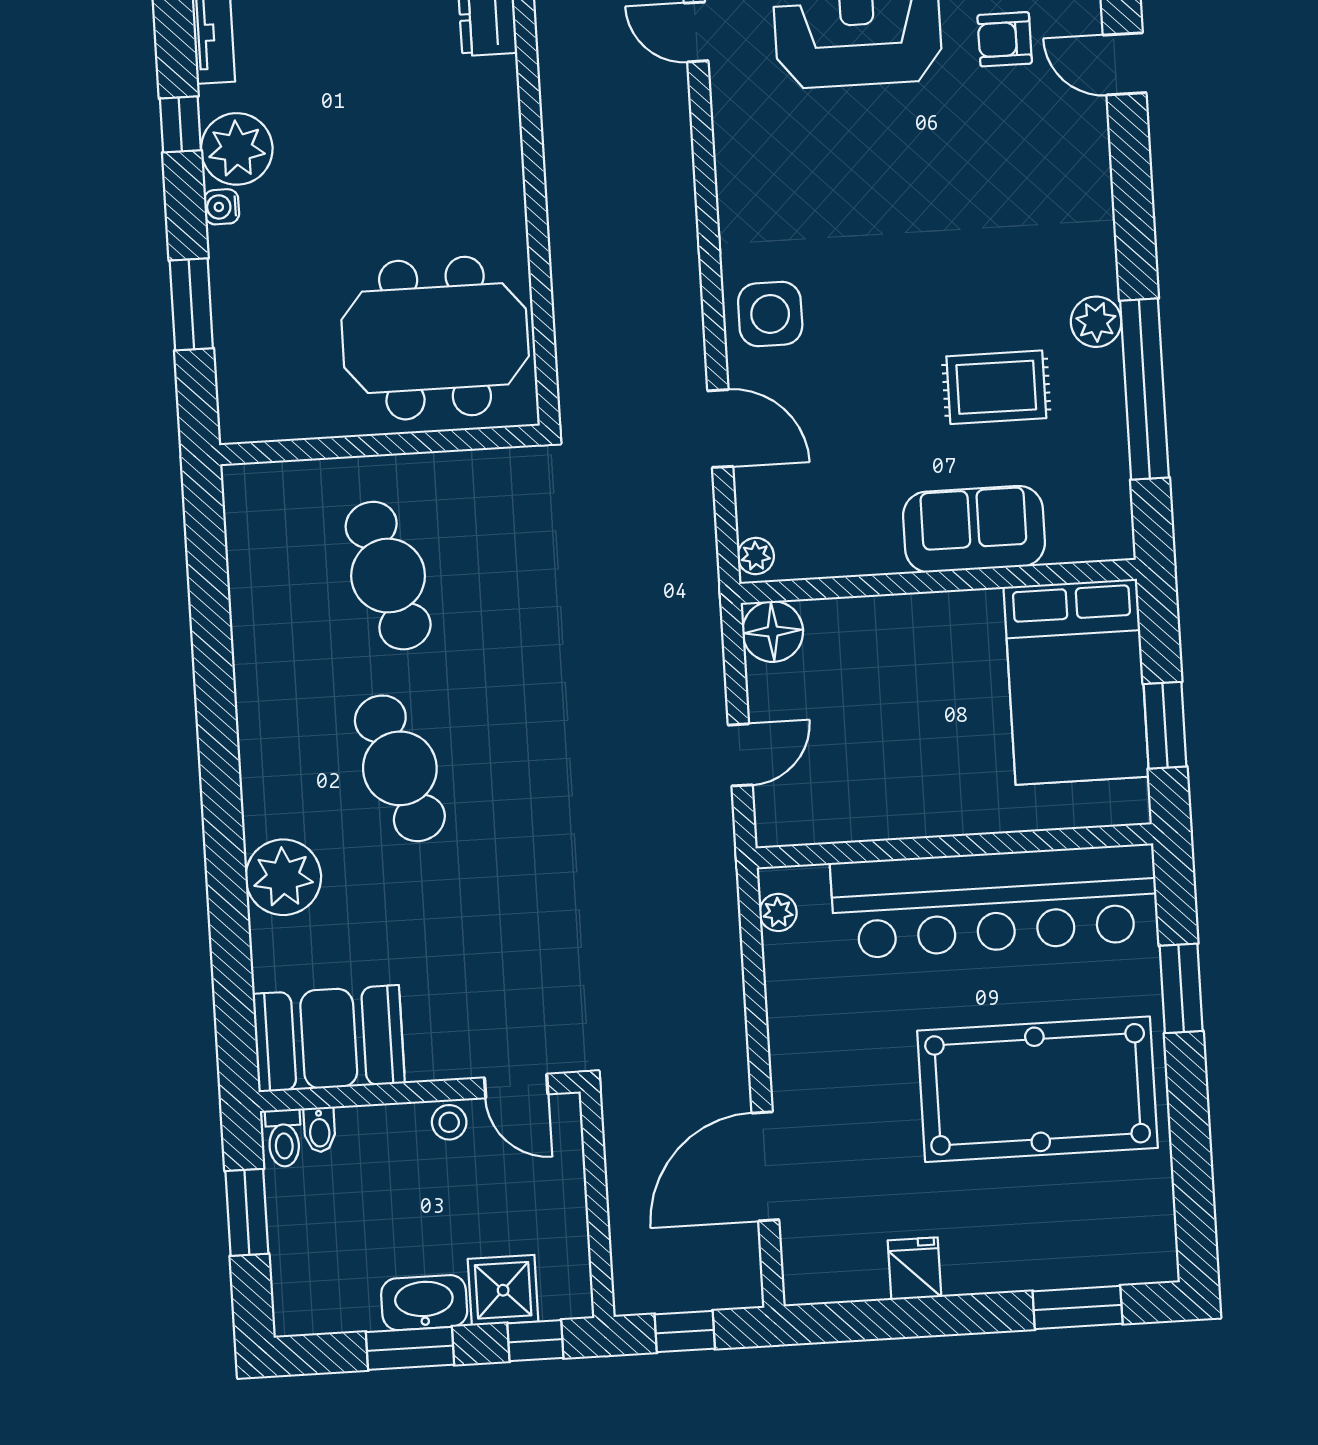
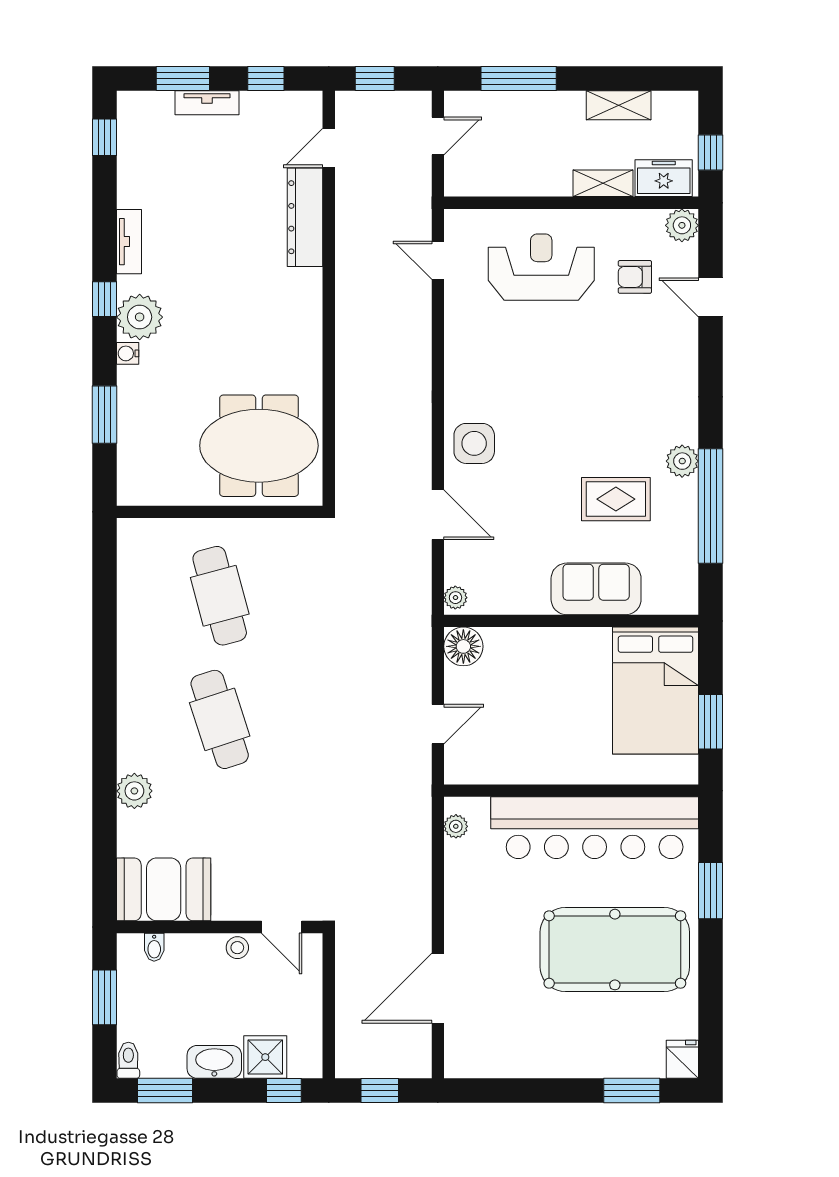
plant: (283, 877) -> (134, 791), width x0.73, depth x0.73
toilet: (284, 1138) -> (128, 1060), moved, turned 180
fridge: (914, 1269) -> (682, 1059), moved
window: (410, 1348) -> (165, 1091), moved

